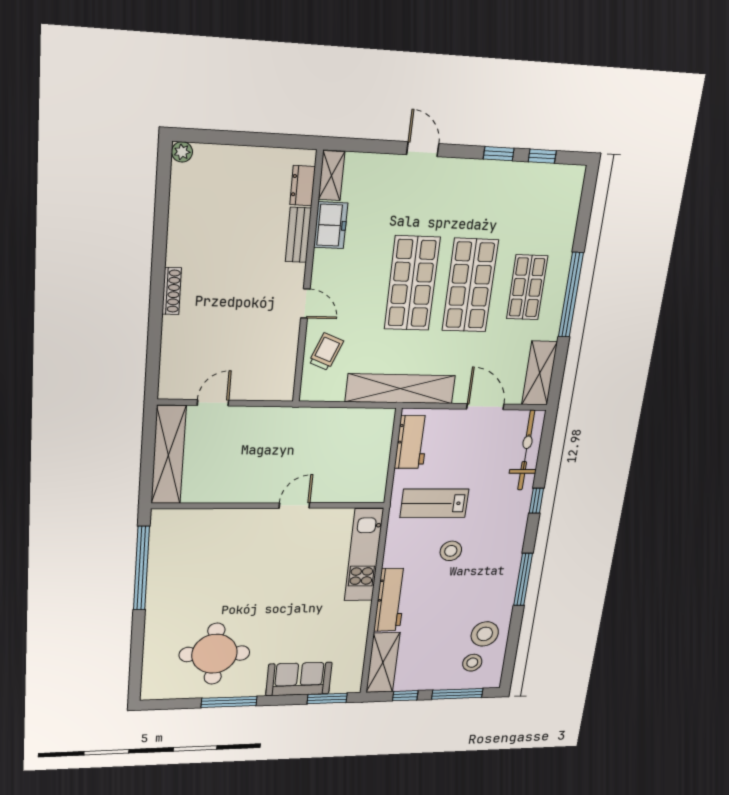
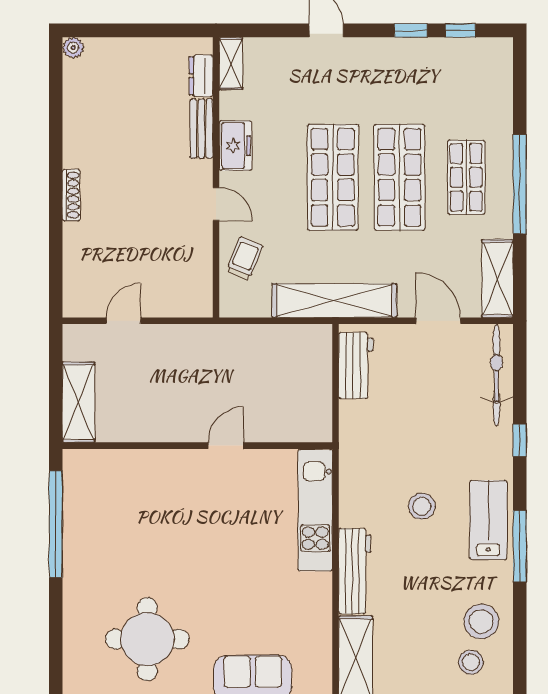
freezer: (331, 225) -> (235, 146), moved
shelving: (168, 455) -> (79, 402), width x0.68
lab bench: (434, 503) -> (488, 520), moved, turned 90

